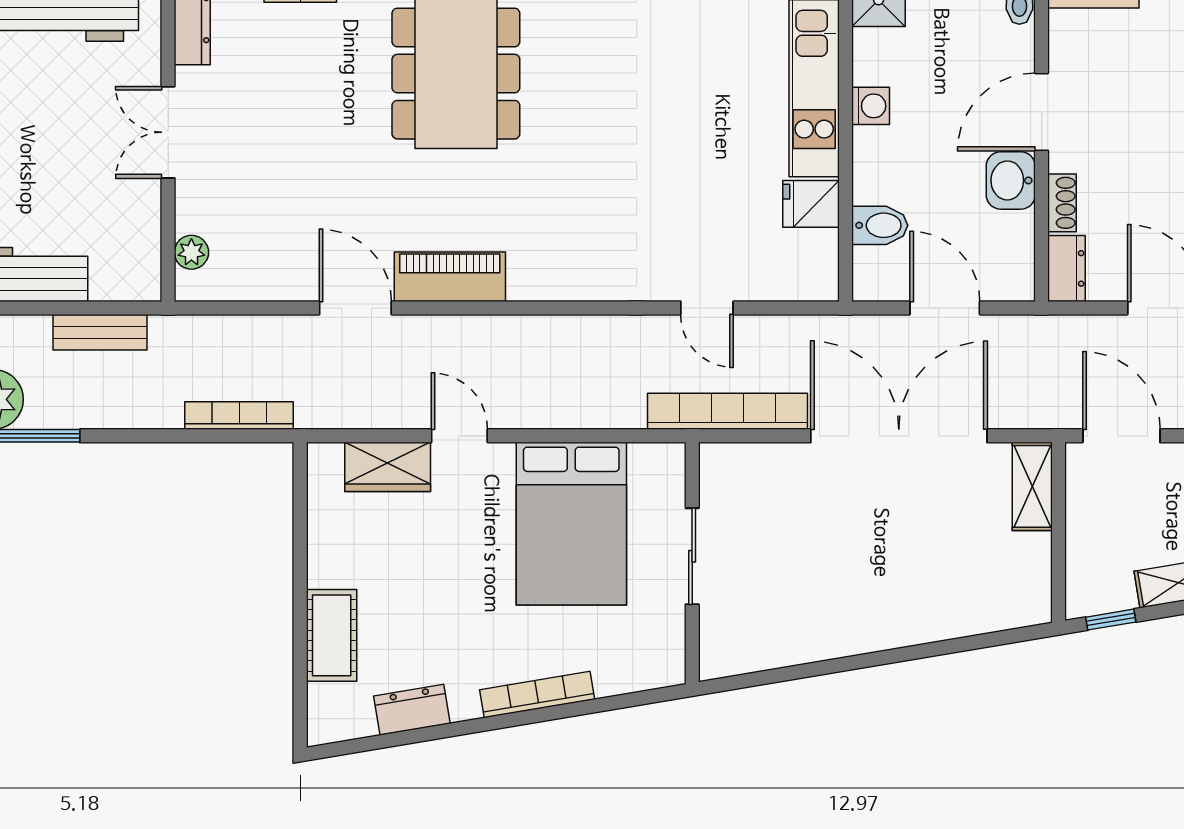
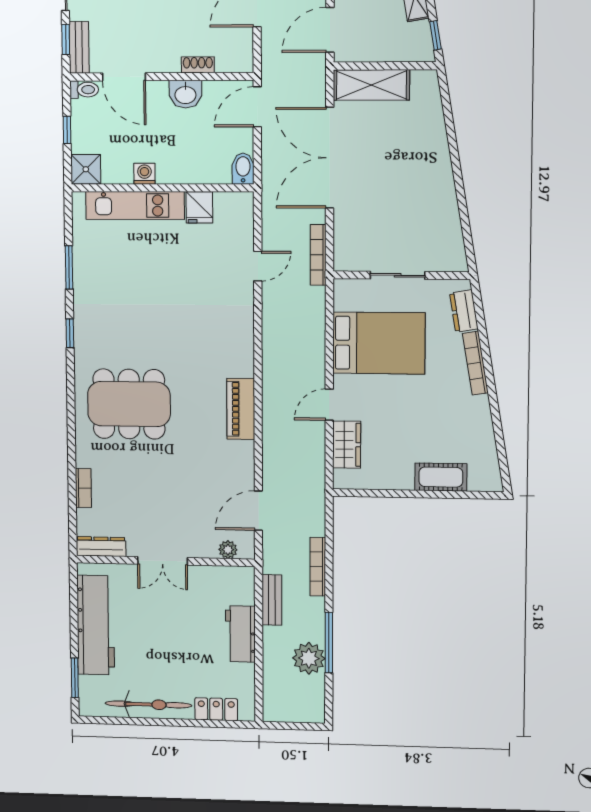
door: (1042, 112) -> (124, 77), moved
bidet: (880, 225) -> (243, 169), moved
dresser: (1067, 268) -> (235, 62), removed
door: (355, 308) -> (258, 511), moved
door: (945, 308) -> (257, 107), moved
bookcase: (728, 411) -> (318, 255), width x0.68, depth x0.76
bookcase: (239, 416) -> (318, 567), moved
shelving: (1032, 486) -> (371, 85), width x1.50, depth x1.33
dresser: (412, 710) -> (464, 311), moved

